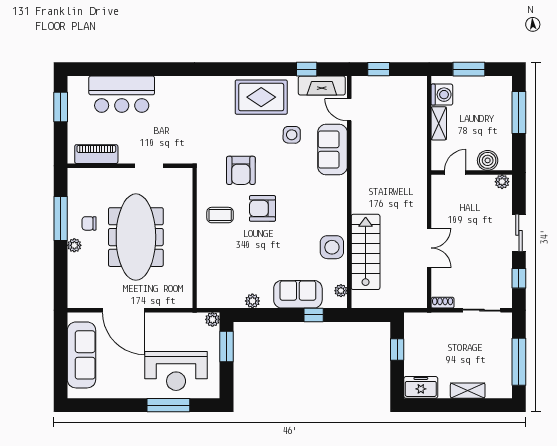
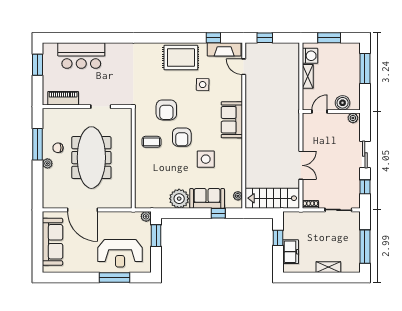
sofa: (332, 149) -> (232, 120), moved
armchair: (262, 208) -> (182, 137), turned -90
side table: (332, 247) -> (206, 159), moved
stairs: (366, 252) -> (272, 198), moved, turned -90
plant: (252, 301) -> (179, 199), width x1.88, depth x1.88
freezer: (421, 387) -> (291, 252), moved, turned 90

